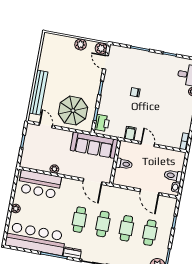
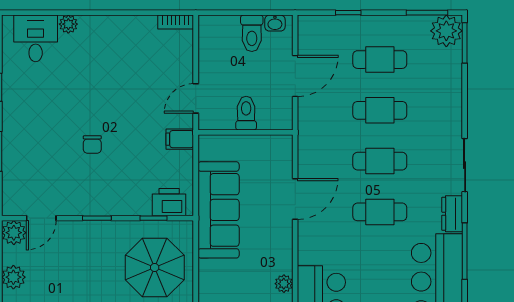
wall: (115, 162) -> (245, 132), moved
toilet: (124, 164) -> (246, 113), moved

